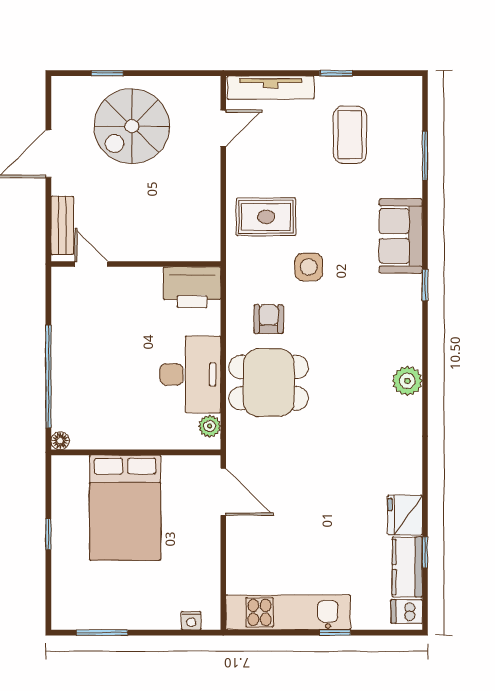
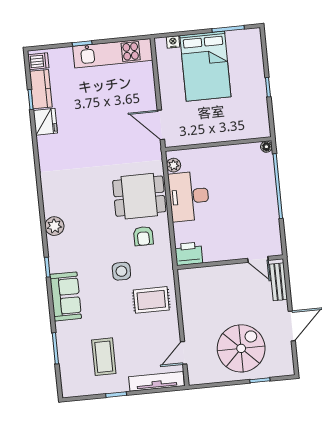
printer: (192, 287) -> (189, 254), width x0.73, depth x0.84
plant: (407, 381) -> (54, 226), moved
bed: (125, 508) -> (205, 66), moved, turned 180

